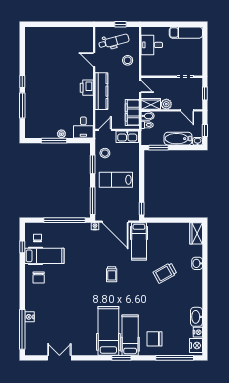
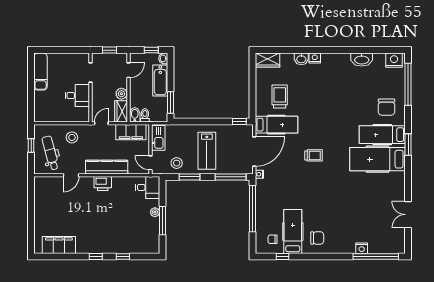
desk: (152, 45) -> (77, 95), moved, turned -90
filing cabinet: (32, 49) -> (59, 245), added
window: (22, 105) -> (123, 256), width x0.46
trolley: (165, 273) -> (280, 96), moved, turned -151
nightstand: (198, 332) -> (315, 58), moved

